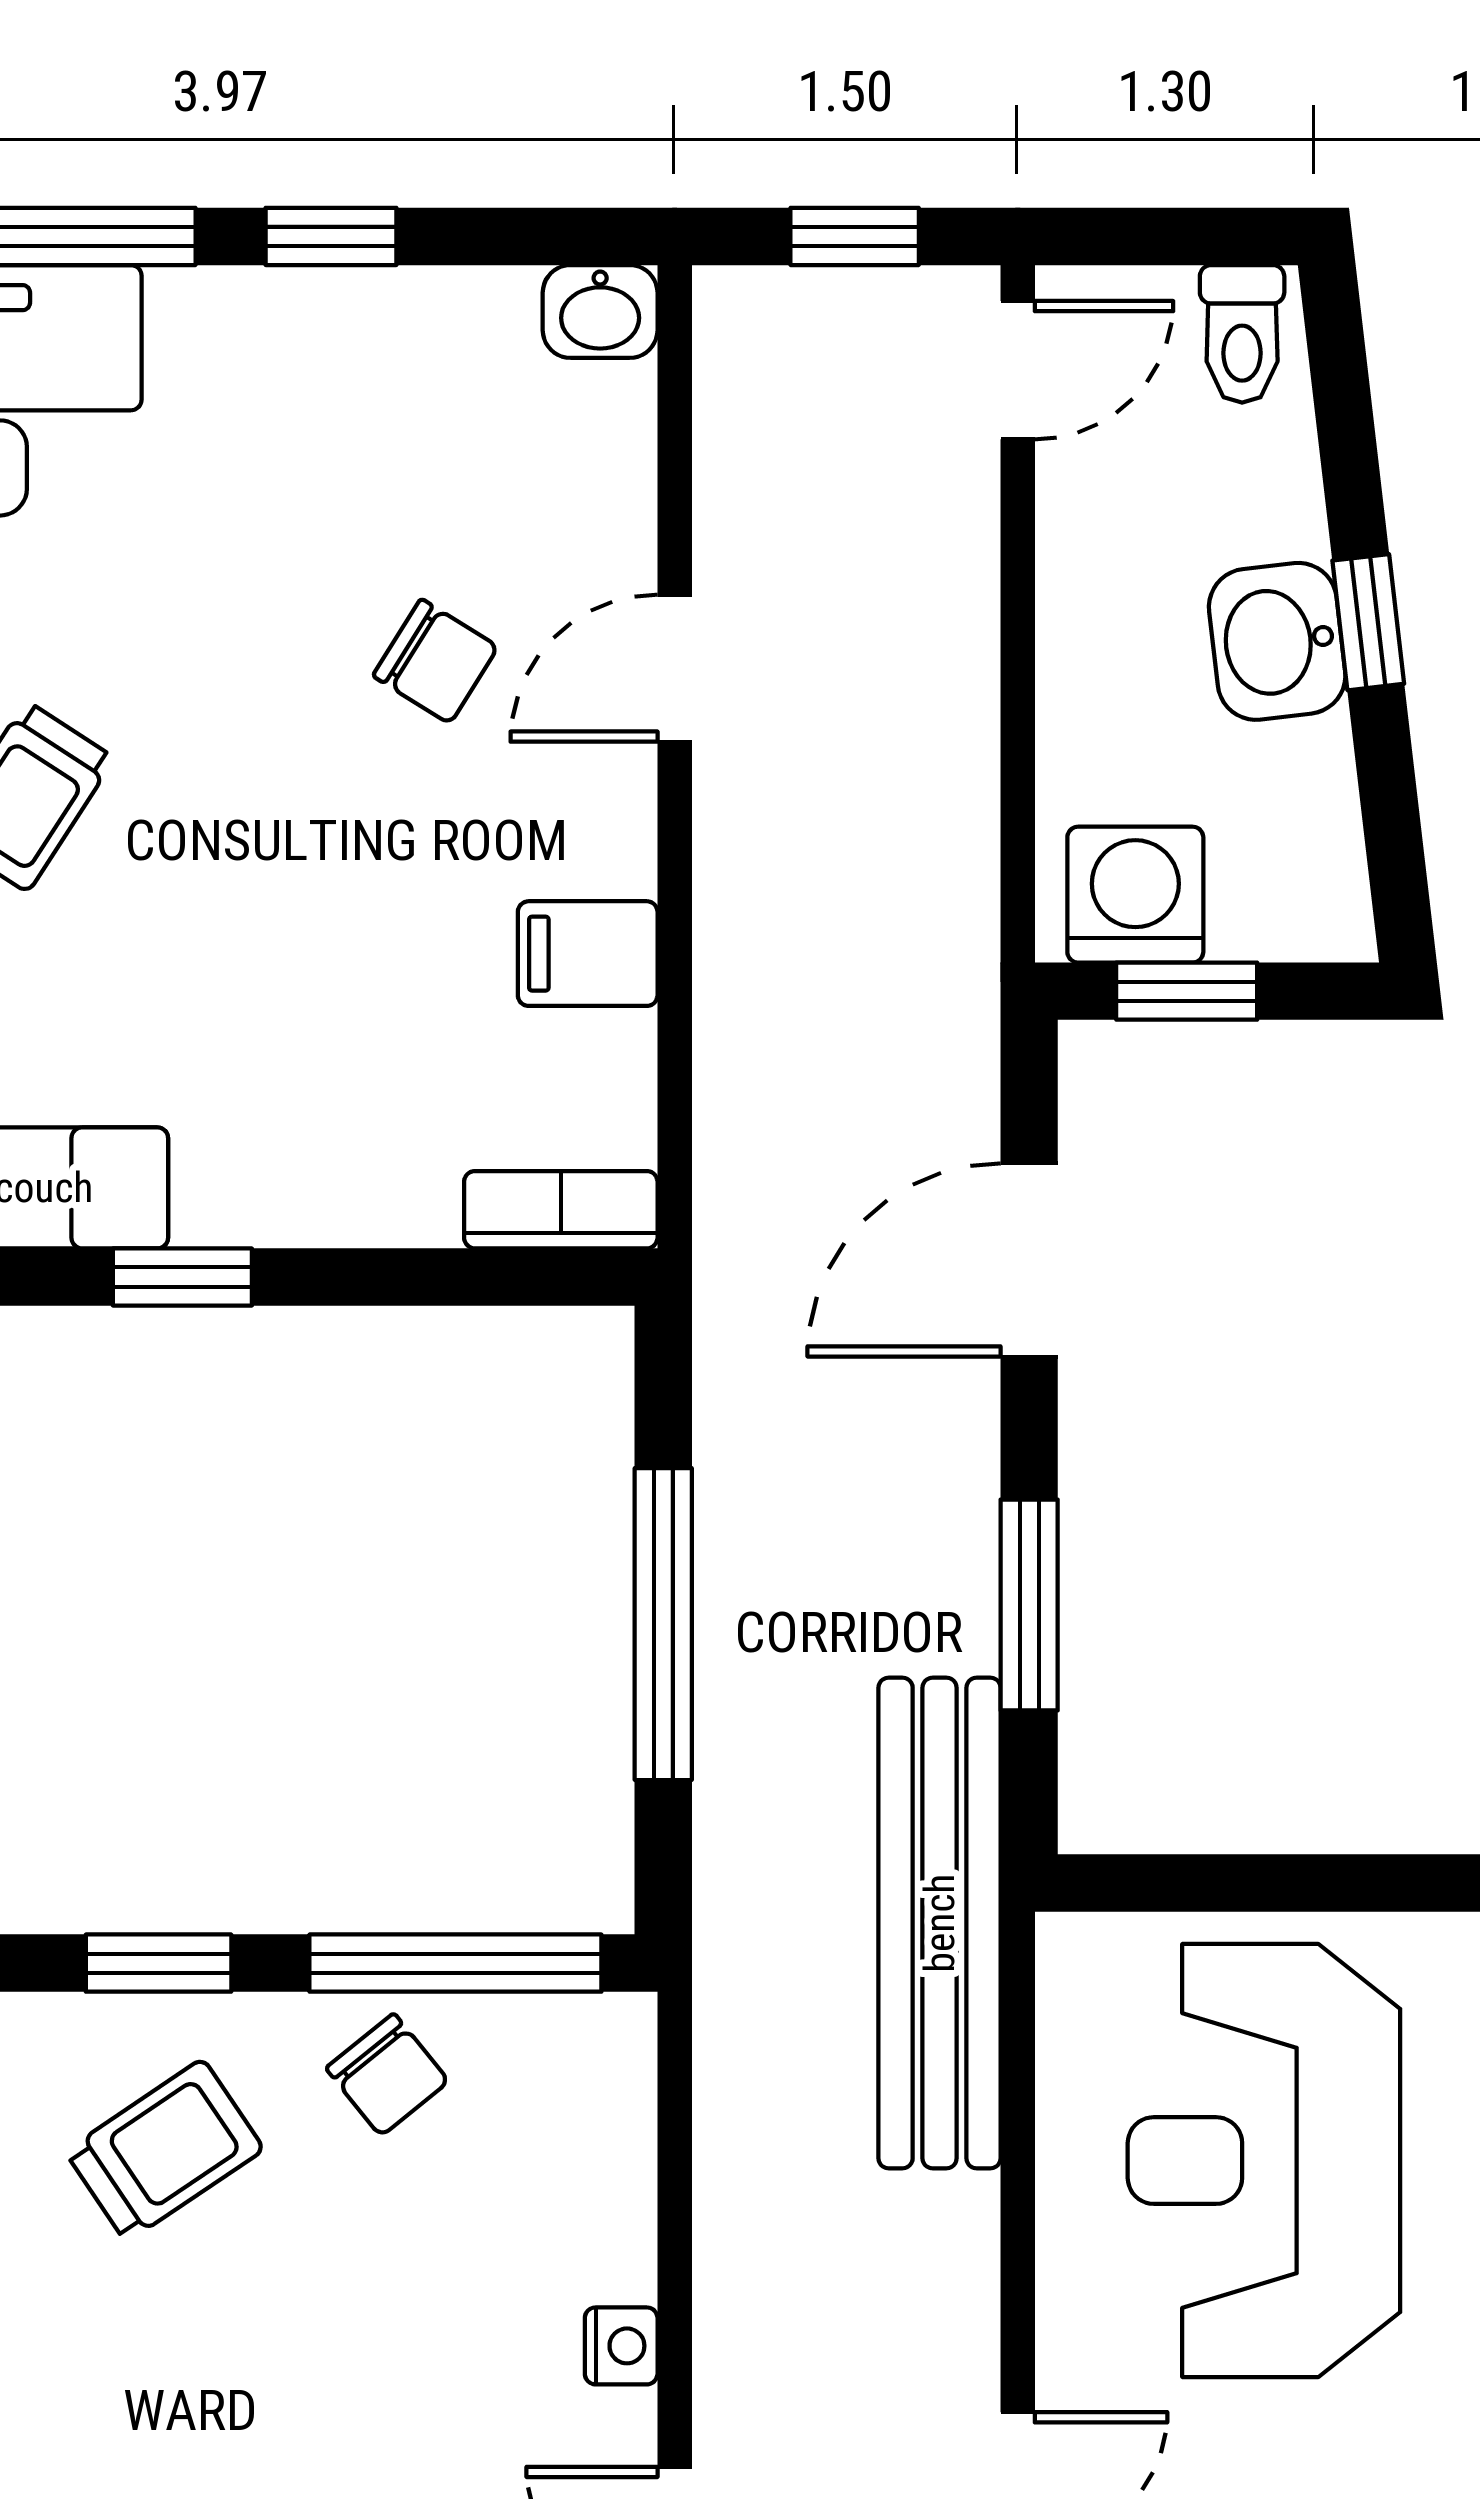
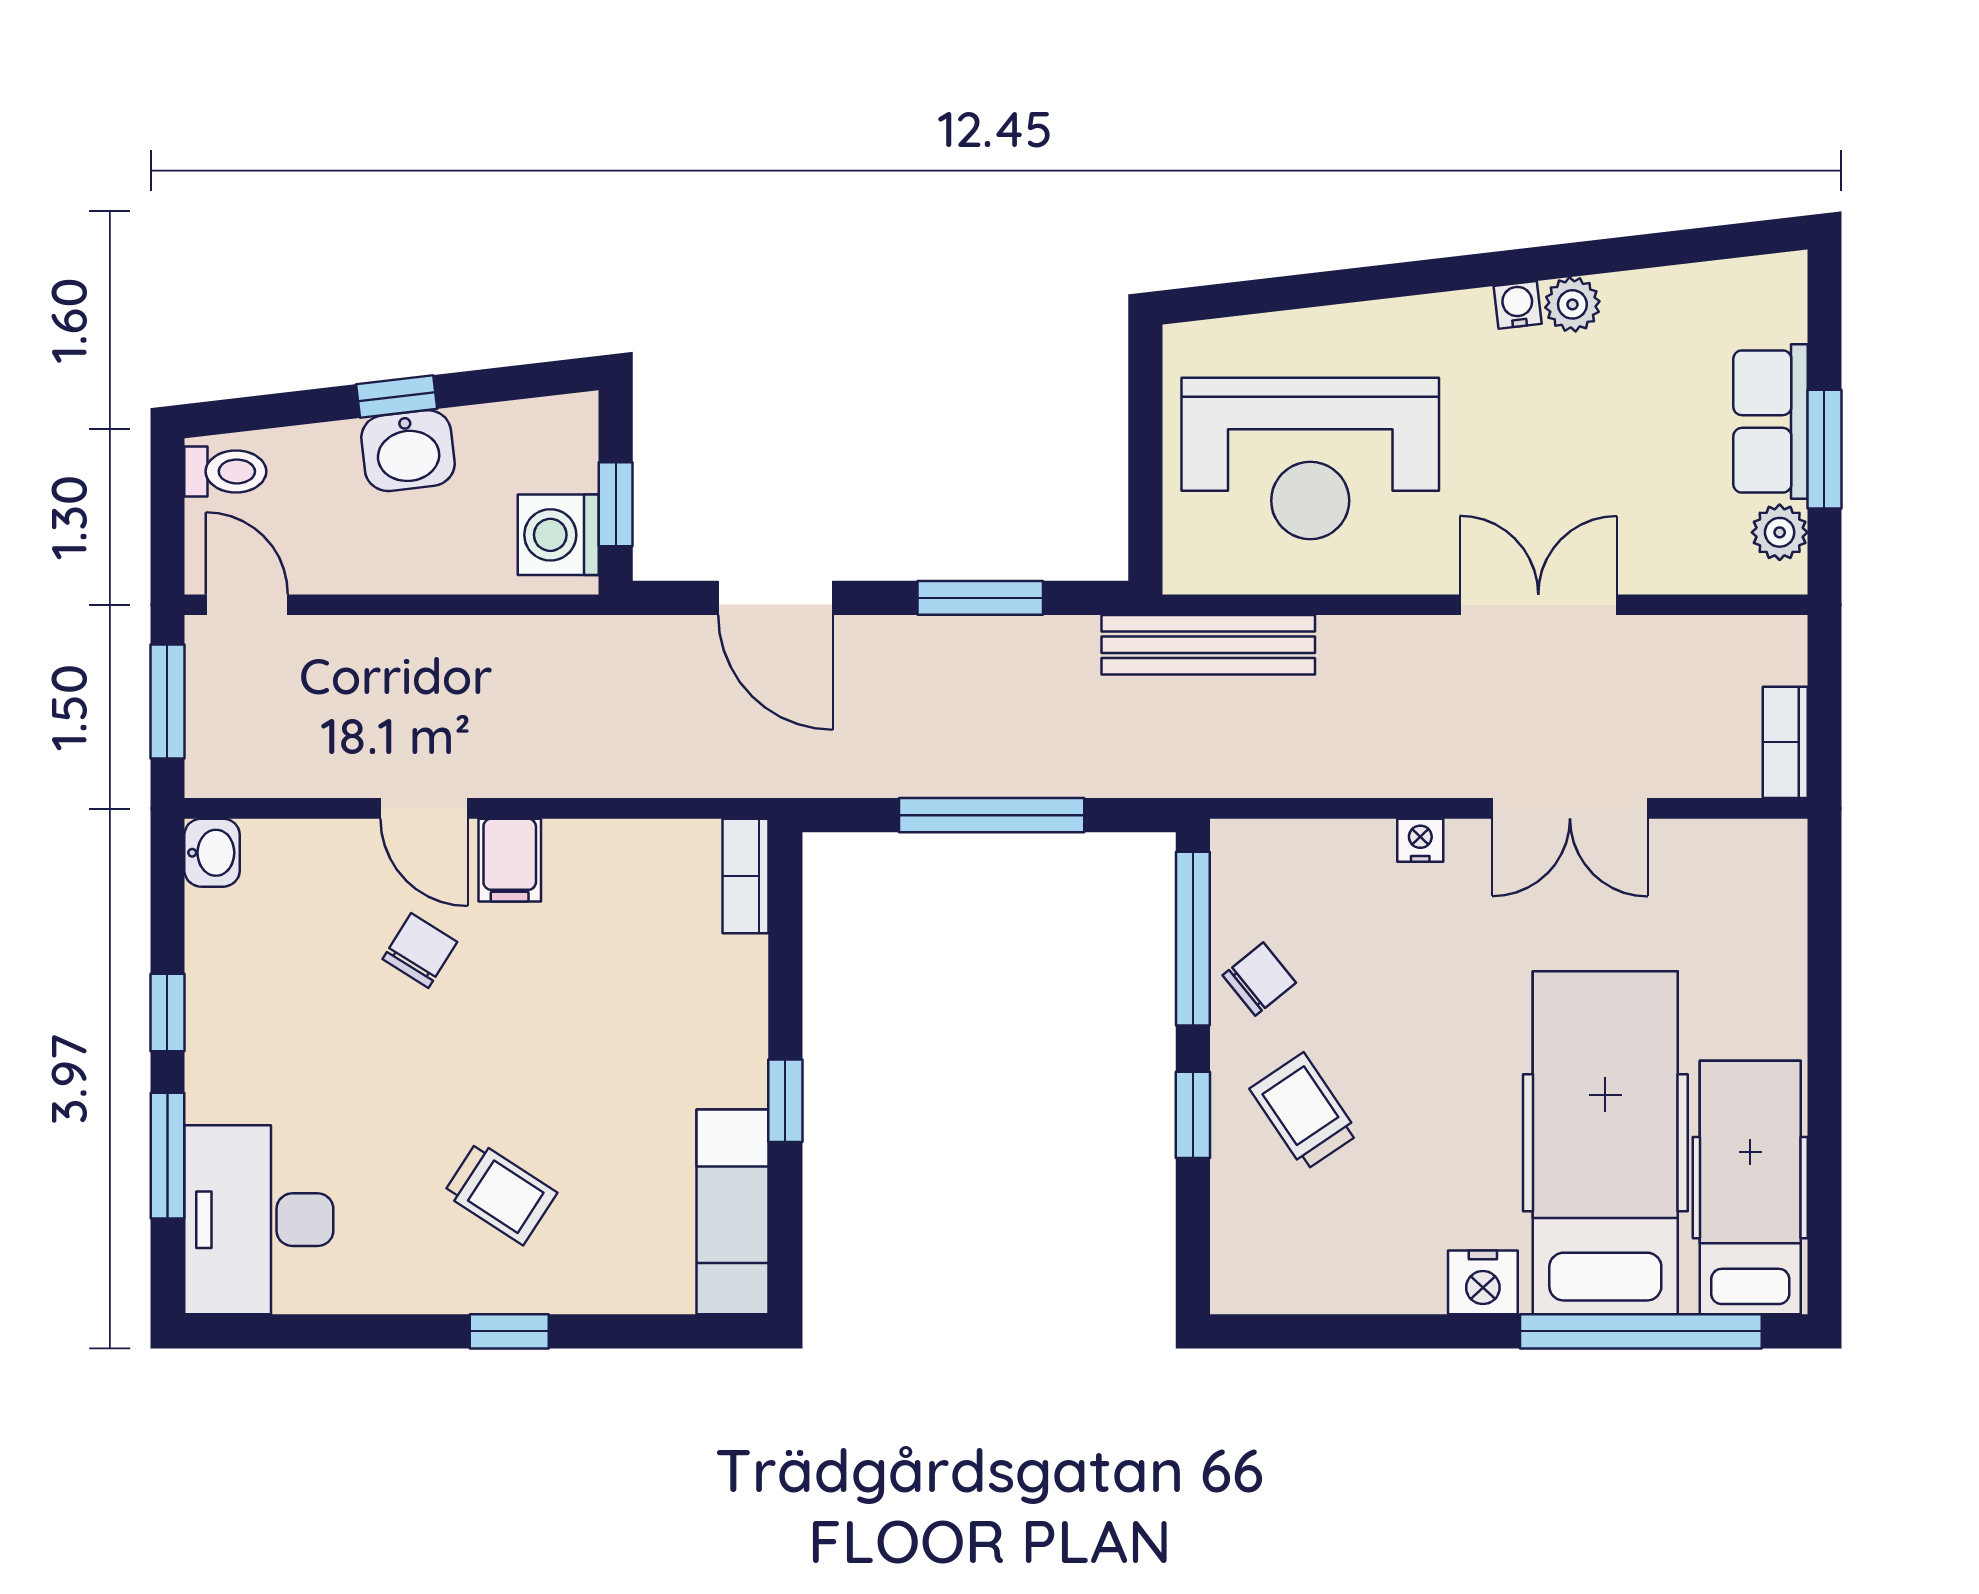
window: (855, 236) -> (167, 702), width x1.50
filing cabinet: (588, 954) -> (510, 860), moved
bench: (940, 1923) -> (1208, 645), width x0.73, depth x0.82

